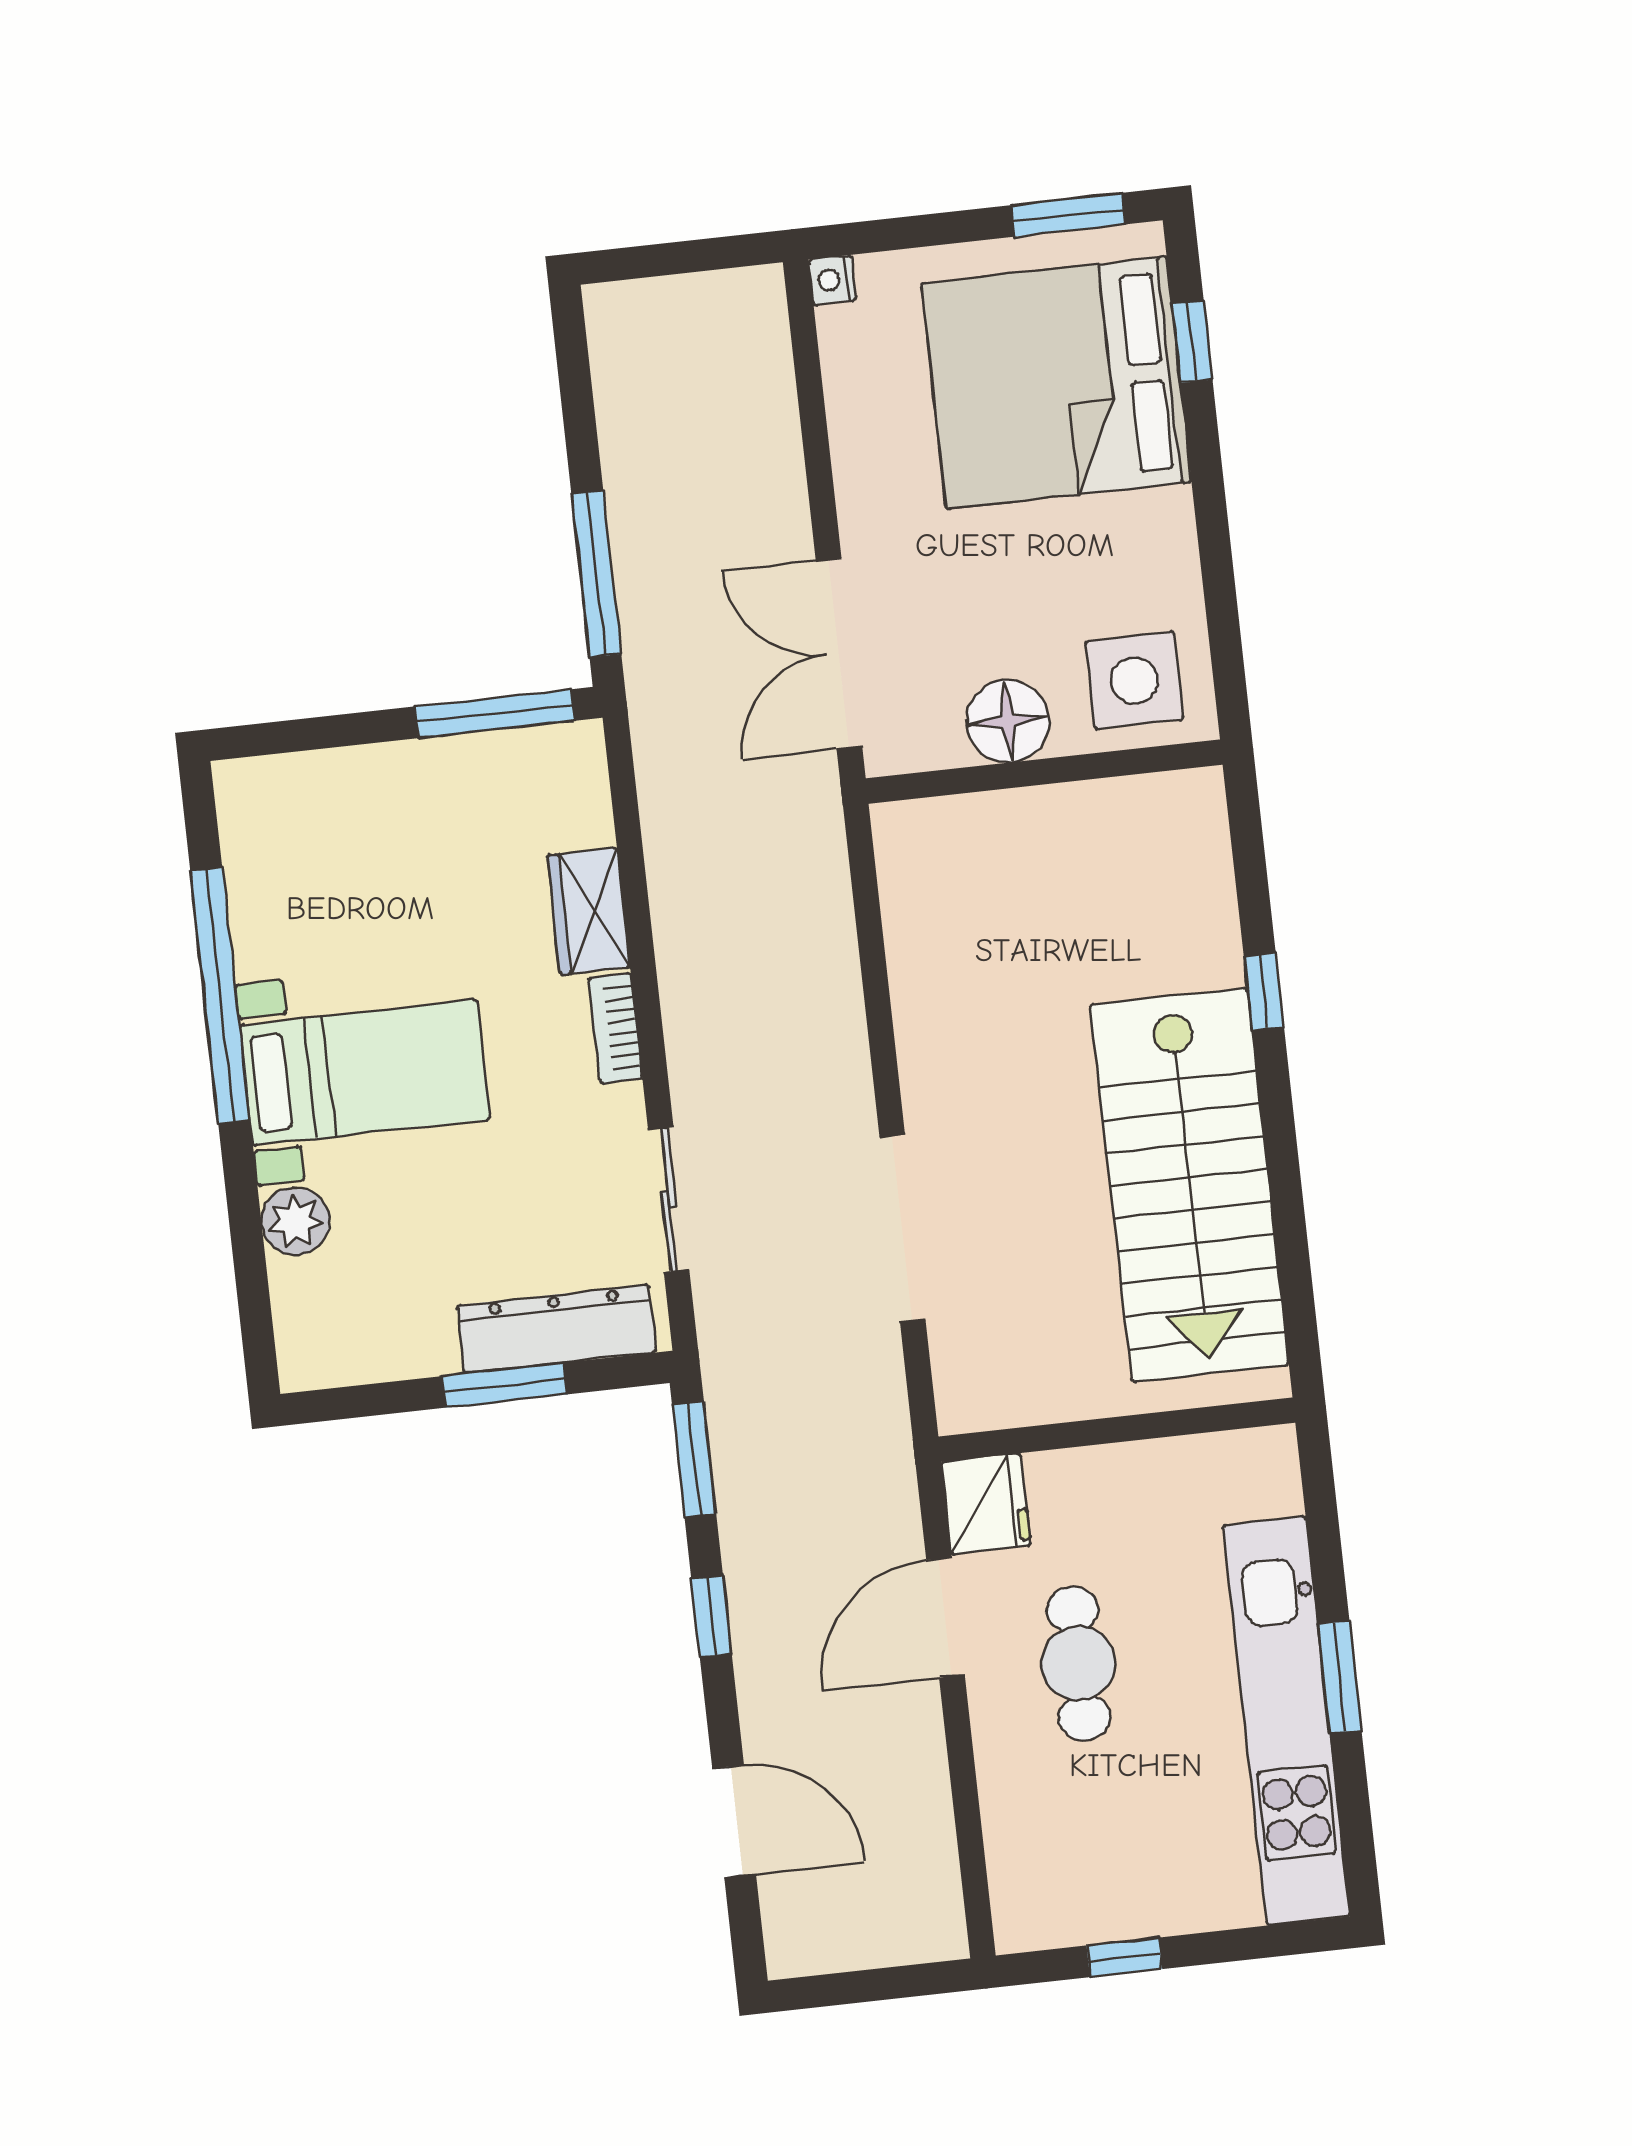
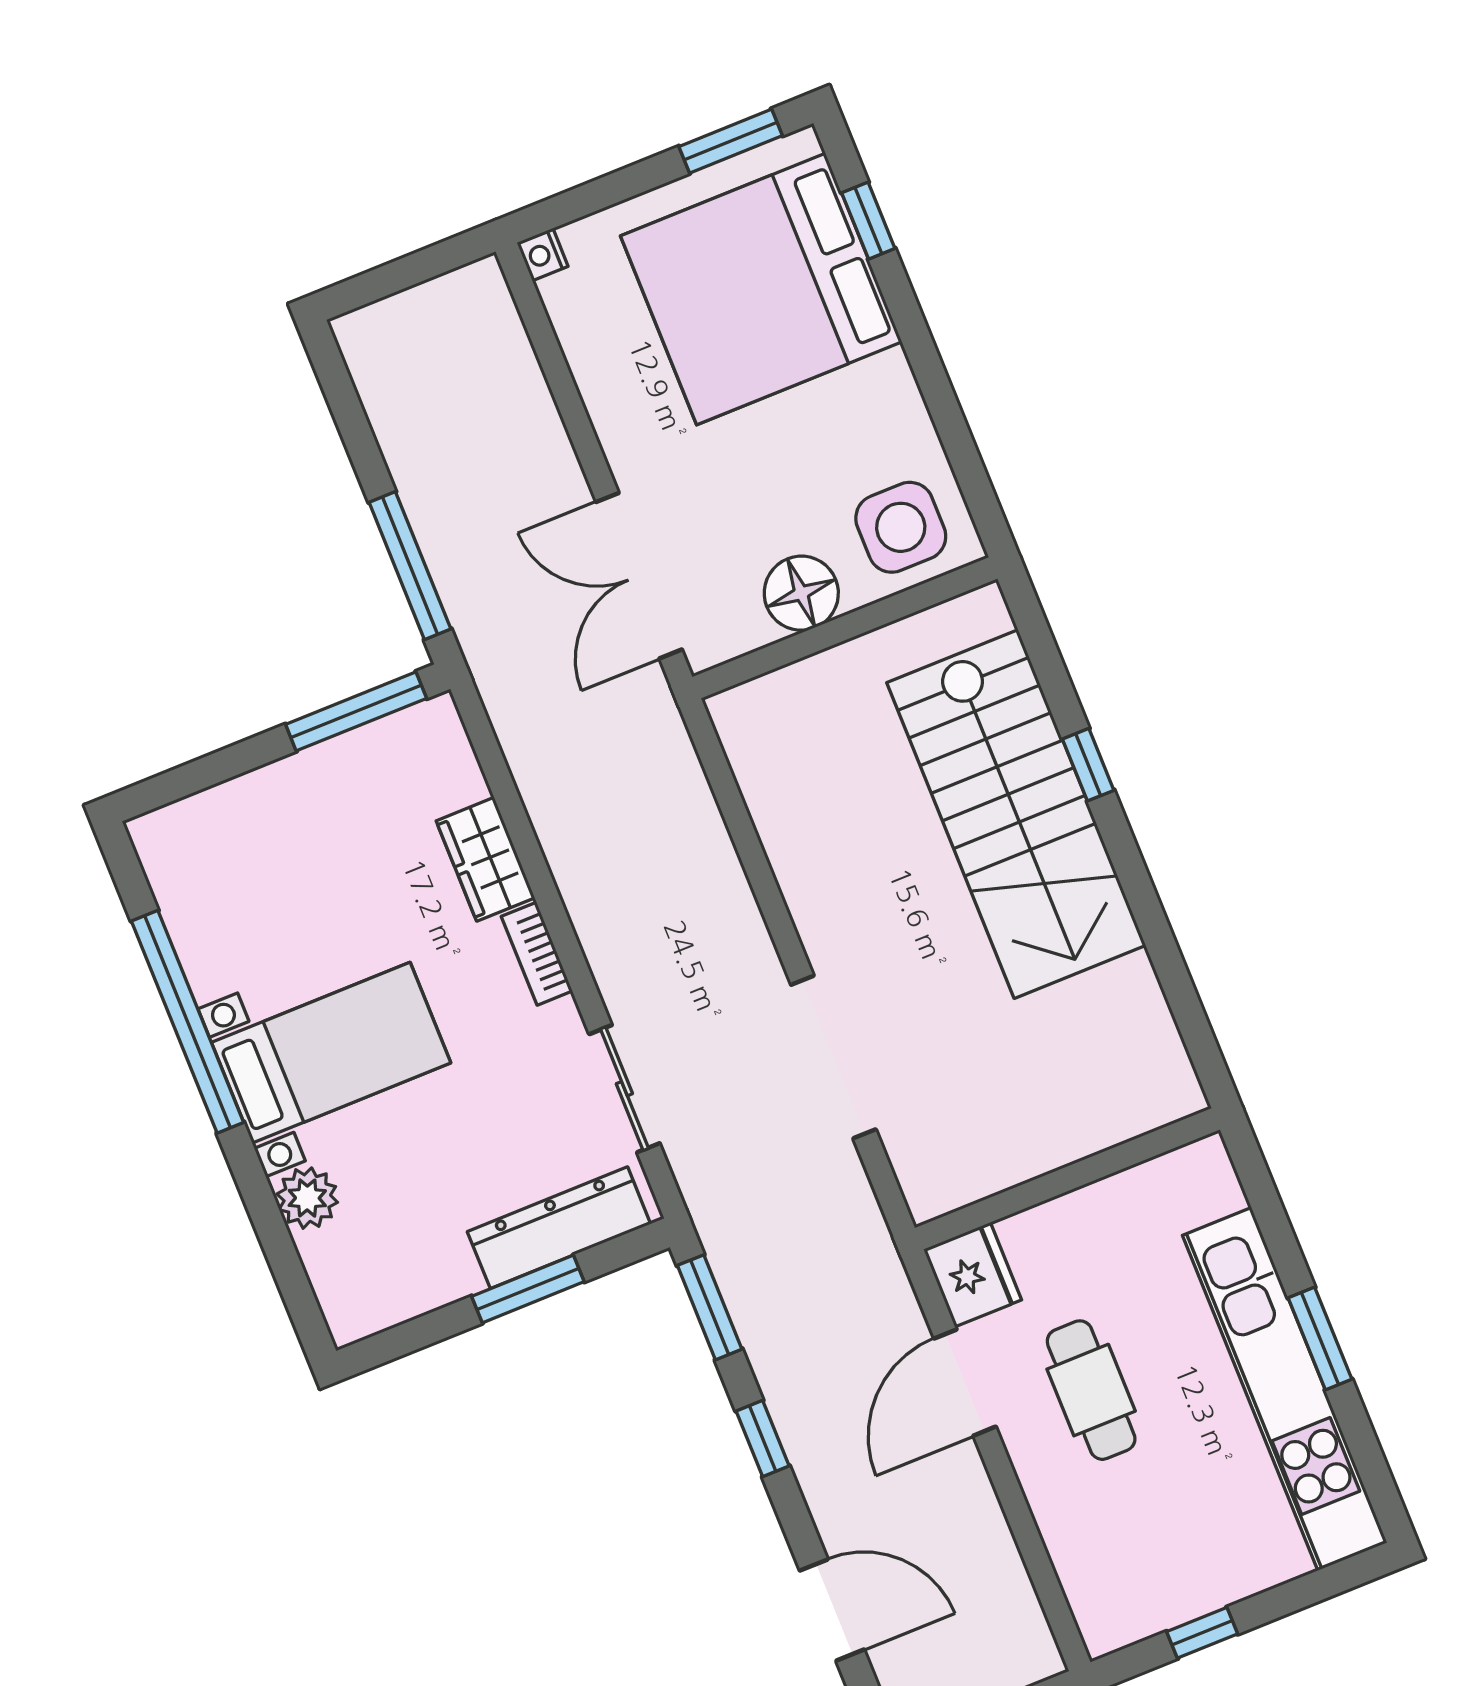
stairs: (1190, 1185) -> (1016, 814), moved

